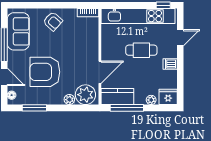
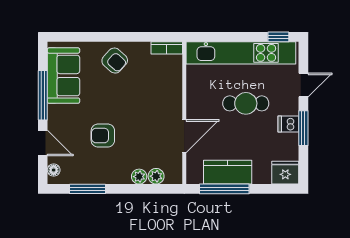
window: (180, 67) -> (303, 128), added
armchair: (45, 72) -> (103, 136), width x0.53, depth x0.53
plant: (85, 95) -> (156, 176), width x0.53, depth x0.53
kitchen counter: (117, 97) -> (228, 172), moved
plant: (151, 100) -> (260, 177), removed

